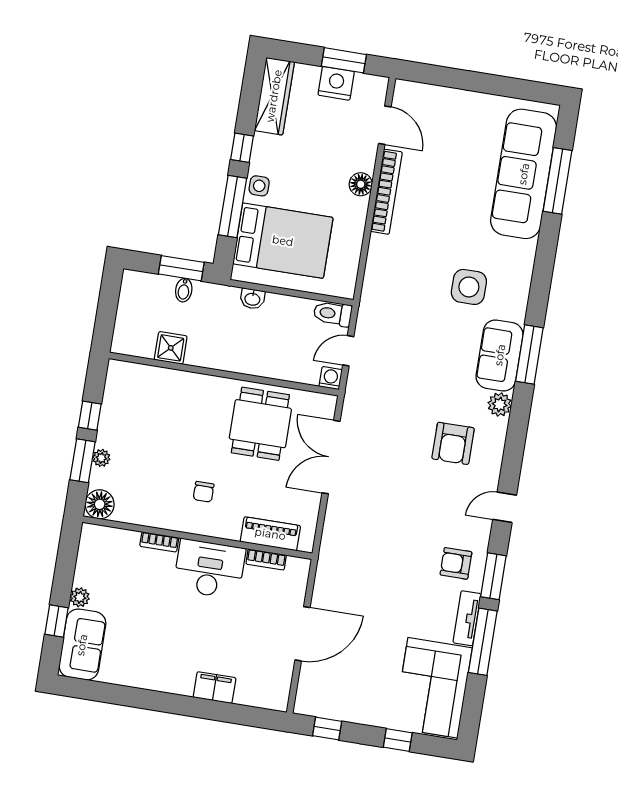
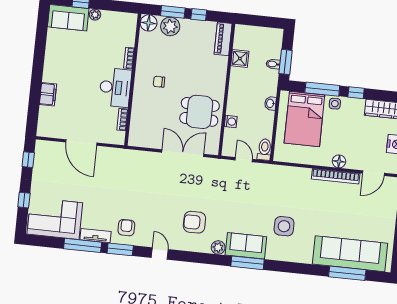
washing machine: (331, 378) -> (231, 121), moved
plant: (101, 458) -> (170, 26), width x1.88, depth x1.88
piano: (270, 534) -> (223, 39), moved, turned 180

